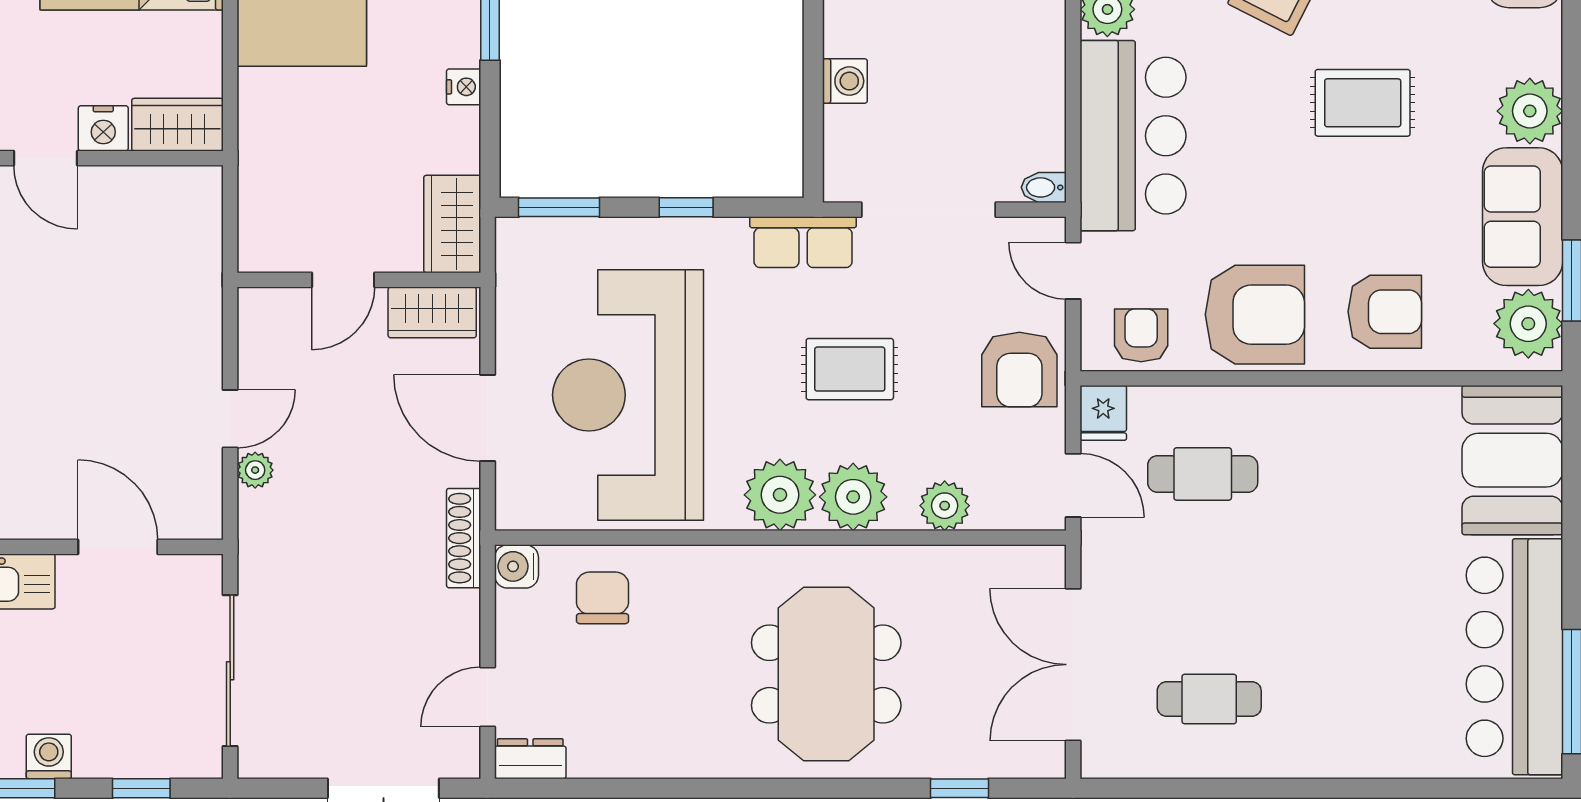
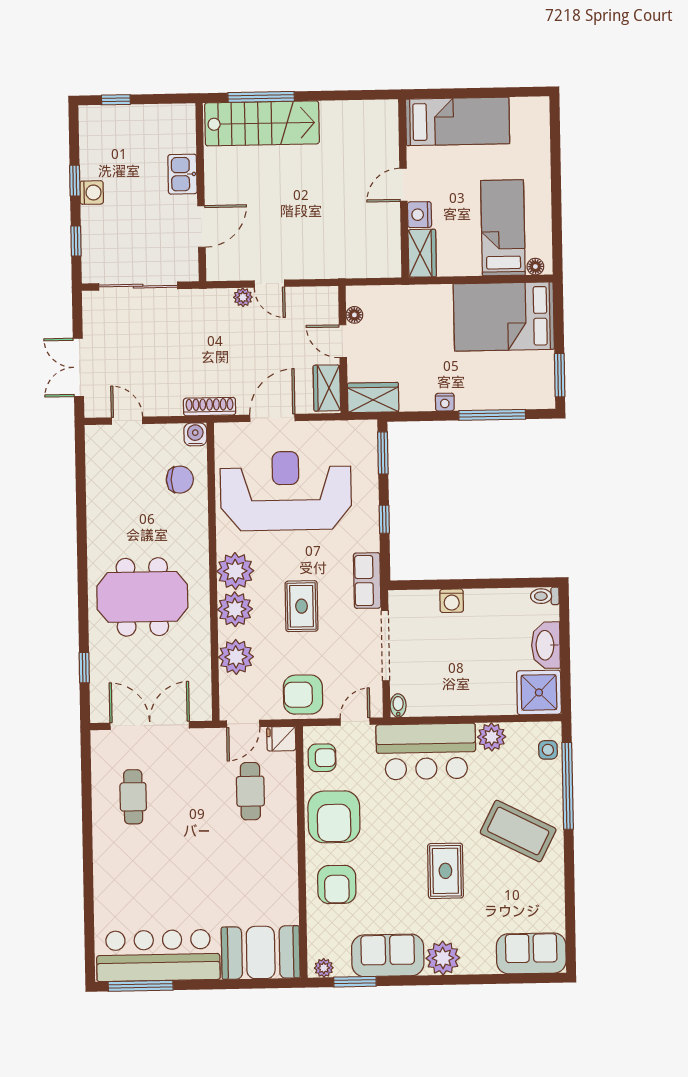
floor lamp: (293, 257) -> (354, 315), added
plant: (1528, 324) -> (324, 968), width x0.53, depth x0.53
plant: (945, 506) -> (236, 657), width x1.36, depth x1.36
dresser: (530, 759) -> (95, 444), removed

